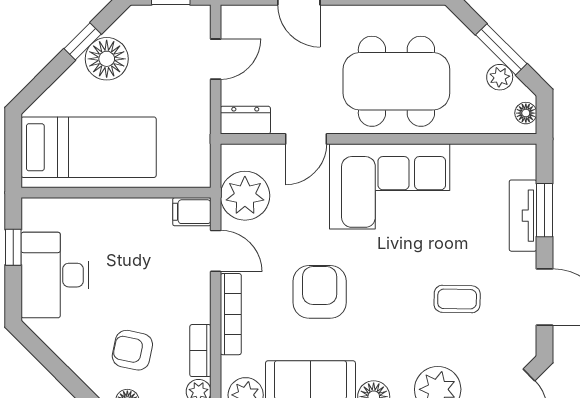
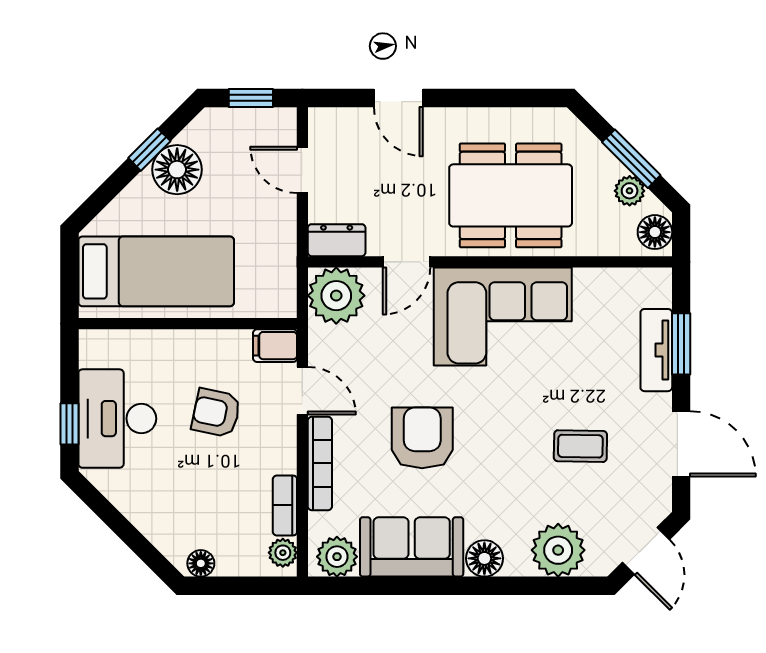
door: (216, 59) -> (302, 170), swing flipped
floor lamp: (526, 113) -> (655, 232), width x1.37, depth x1.37
plant: (245, 196) -> (336, 296), moved
window: (13, 247) -> (69, 424), moved
armchair: (132, 350) -> (216, 413), moved

